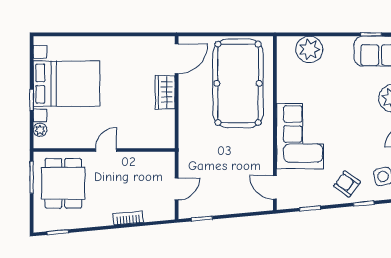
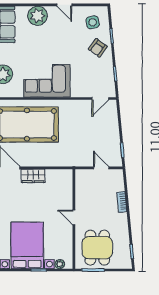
corner sofa: (300, 136) -> (47, 81), moved
dining table: (63, 183) -> (97, 248), turned 90

